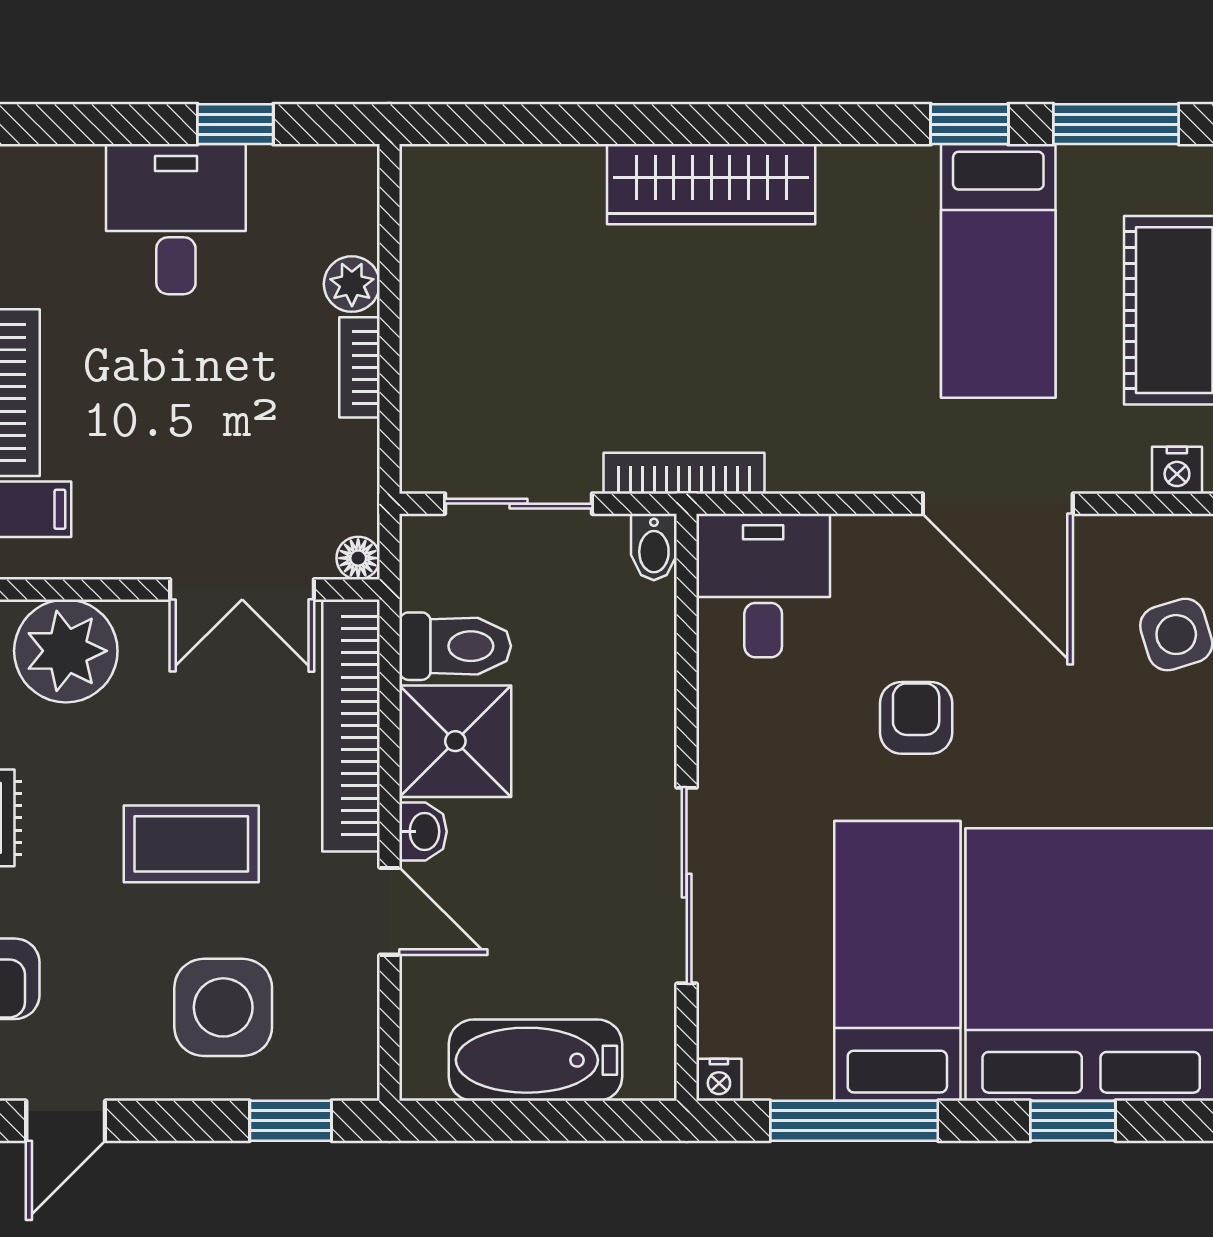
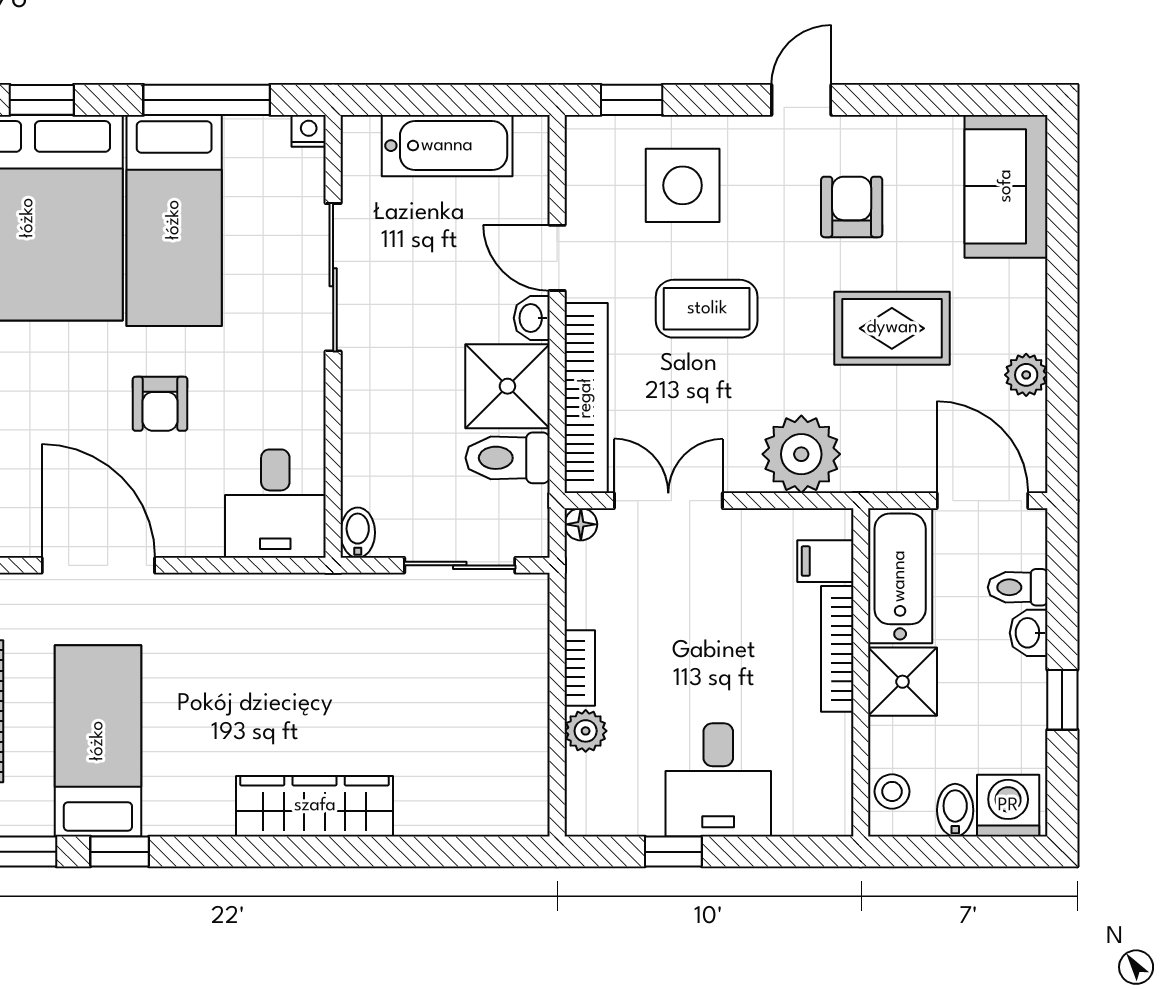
bookcase: (684, 473) -> (335, 588), removed

